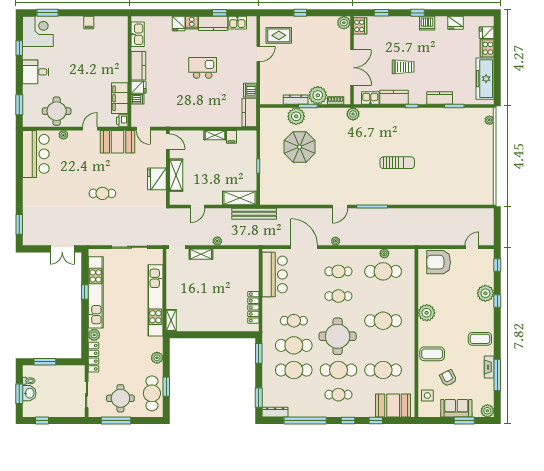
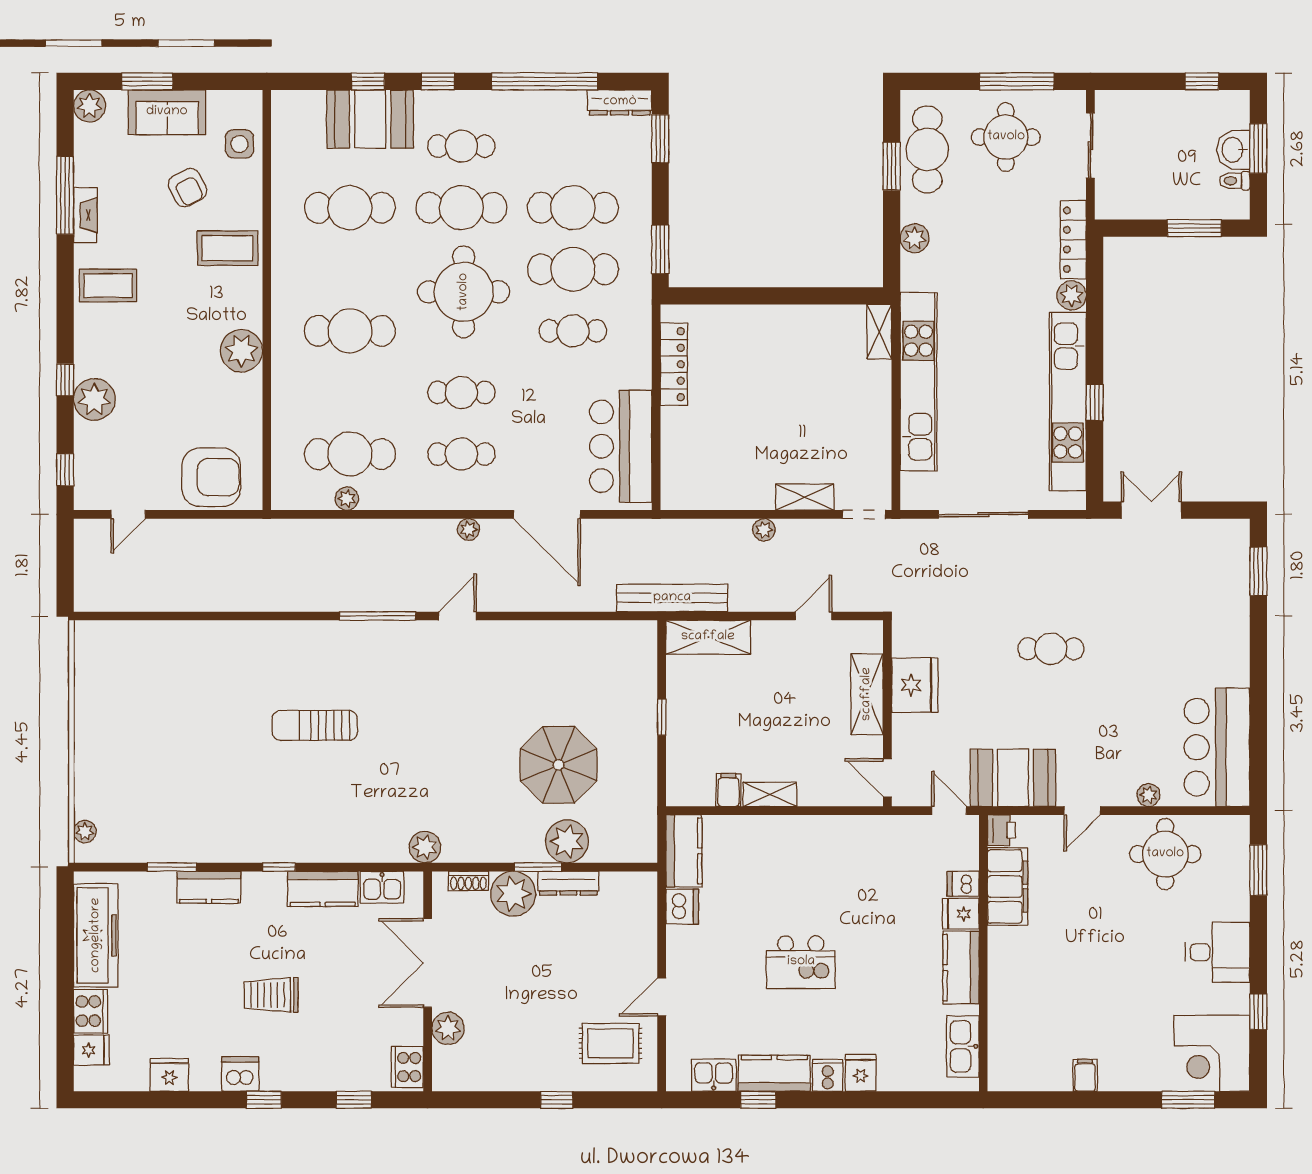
plant: (344, 23) -> (448, 1028), moved
trolley: (403, 67) -> (271, 995), moved
booth: (393, 406) -> (370, 119), moved

